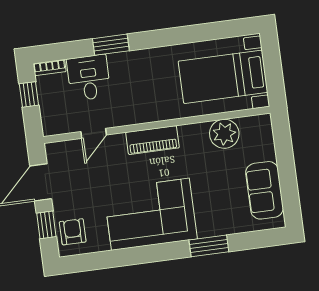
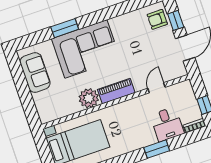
plant: (224, 134) -> (89, 98), moved
corner sofa: (150, 214) -> (86, 49), moved
armchair: (73, 232) -> (157, 19), turned 90

